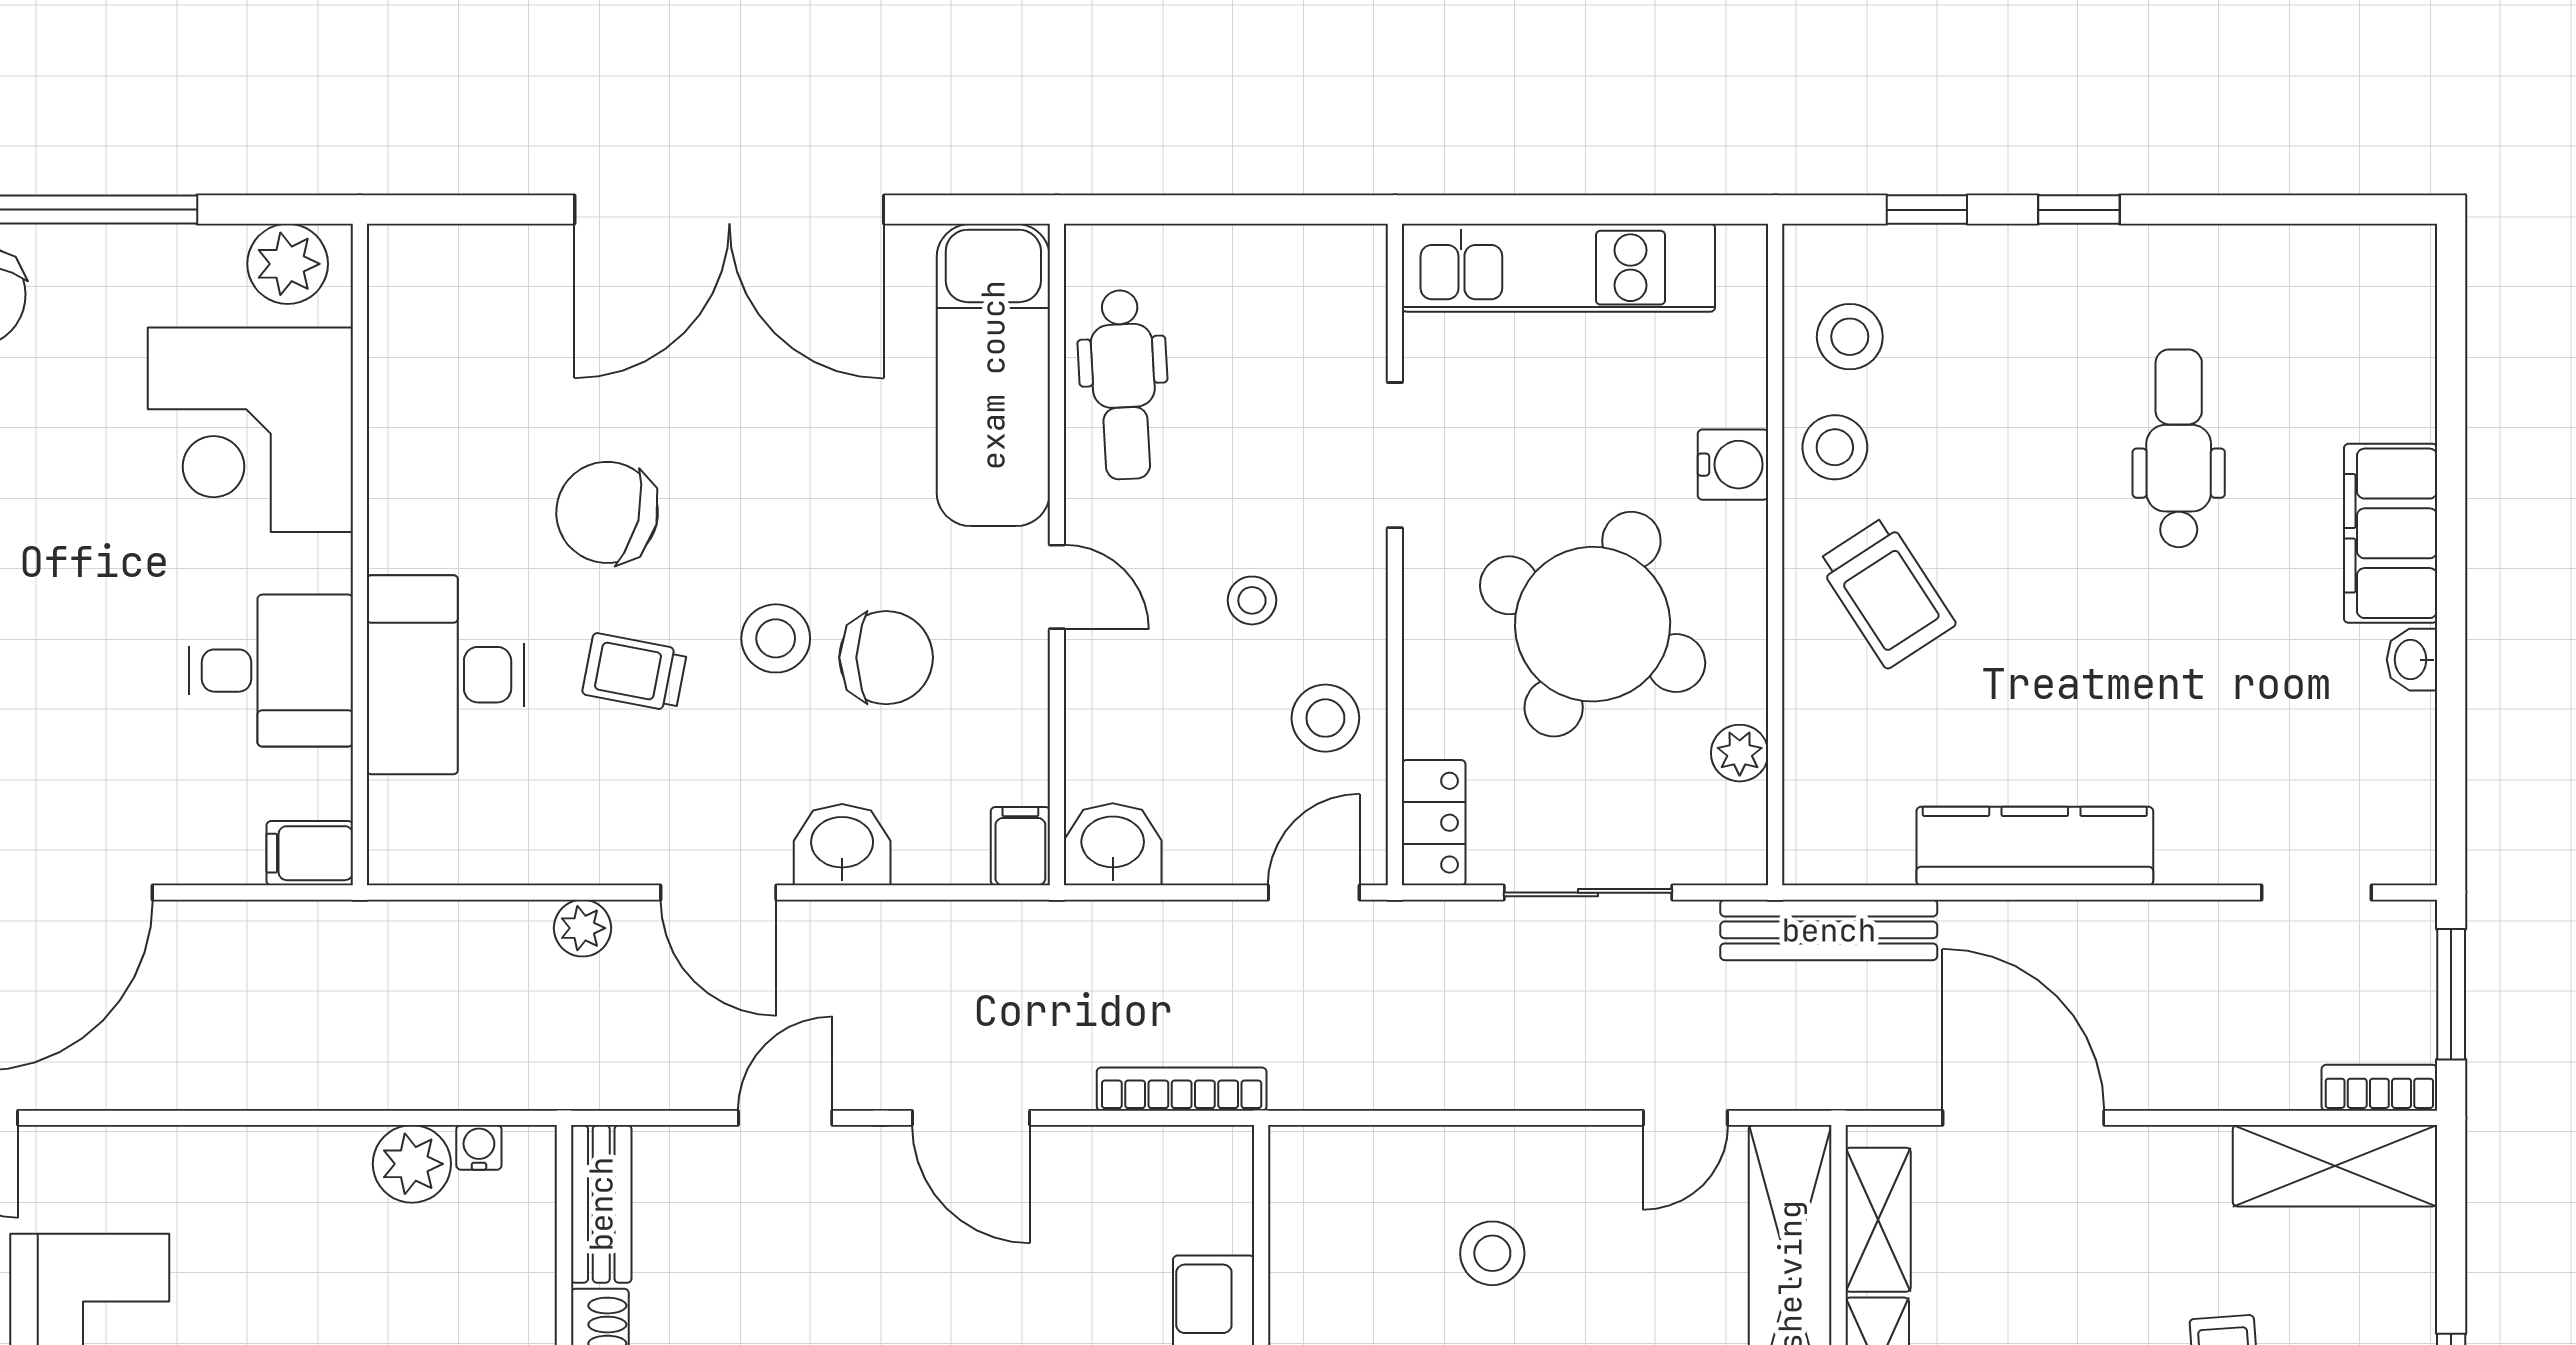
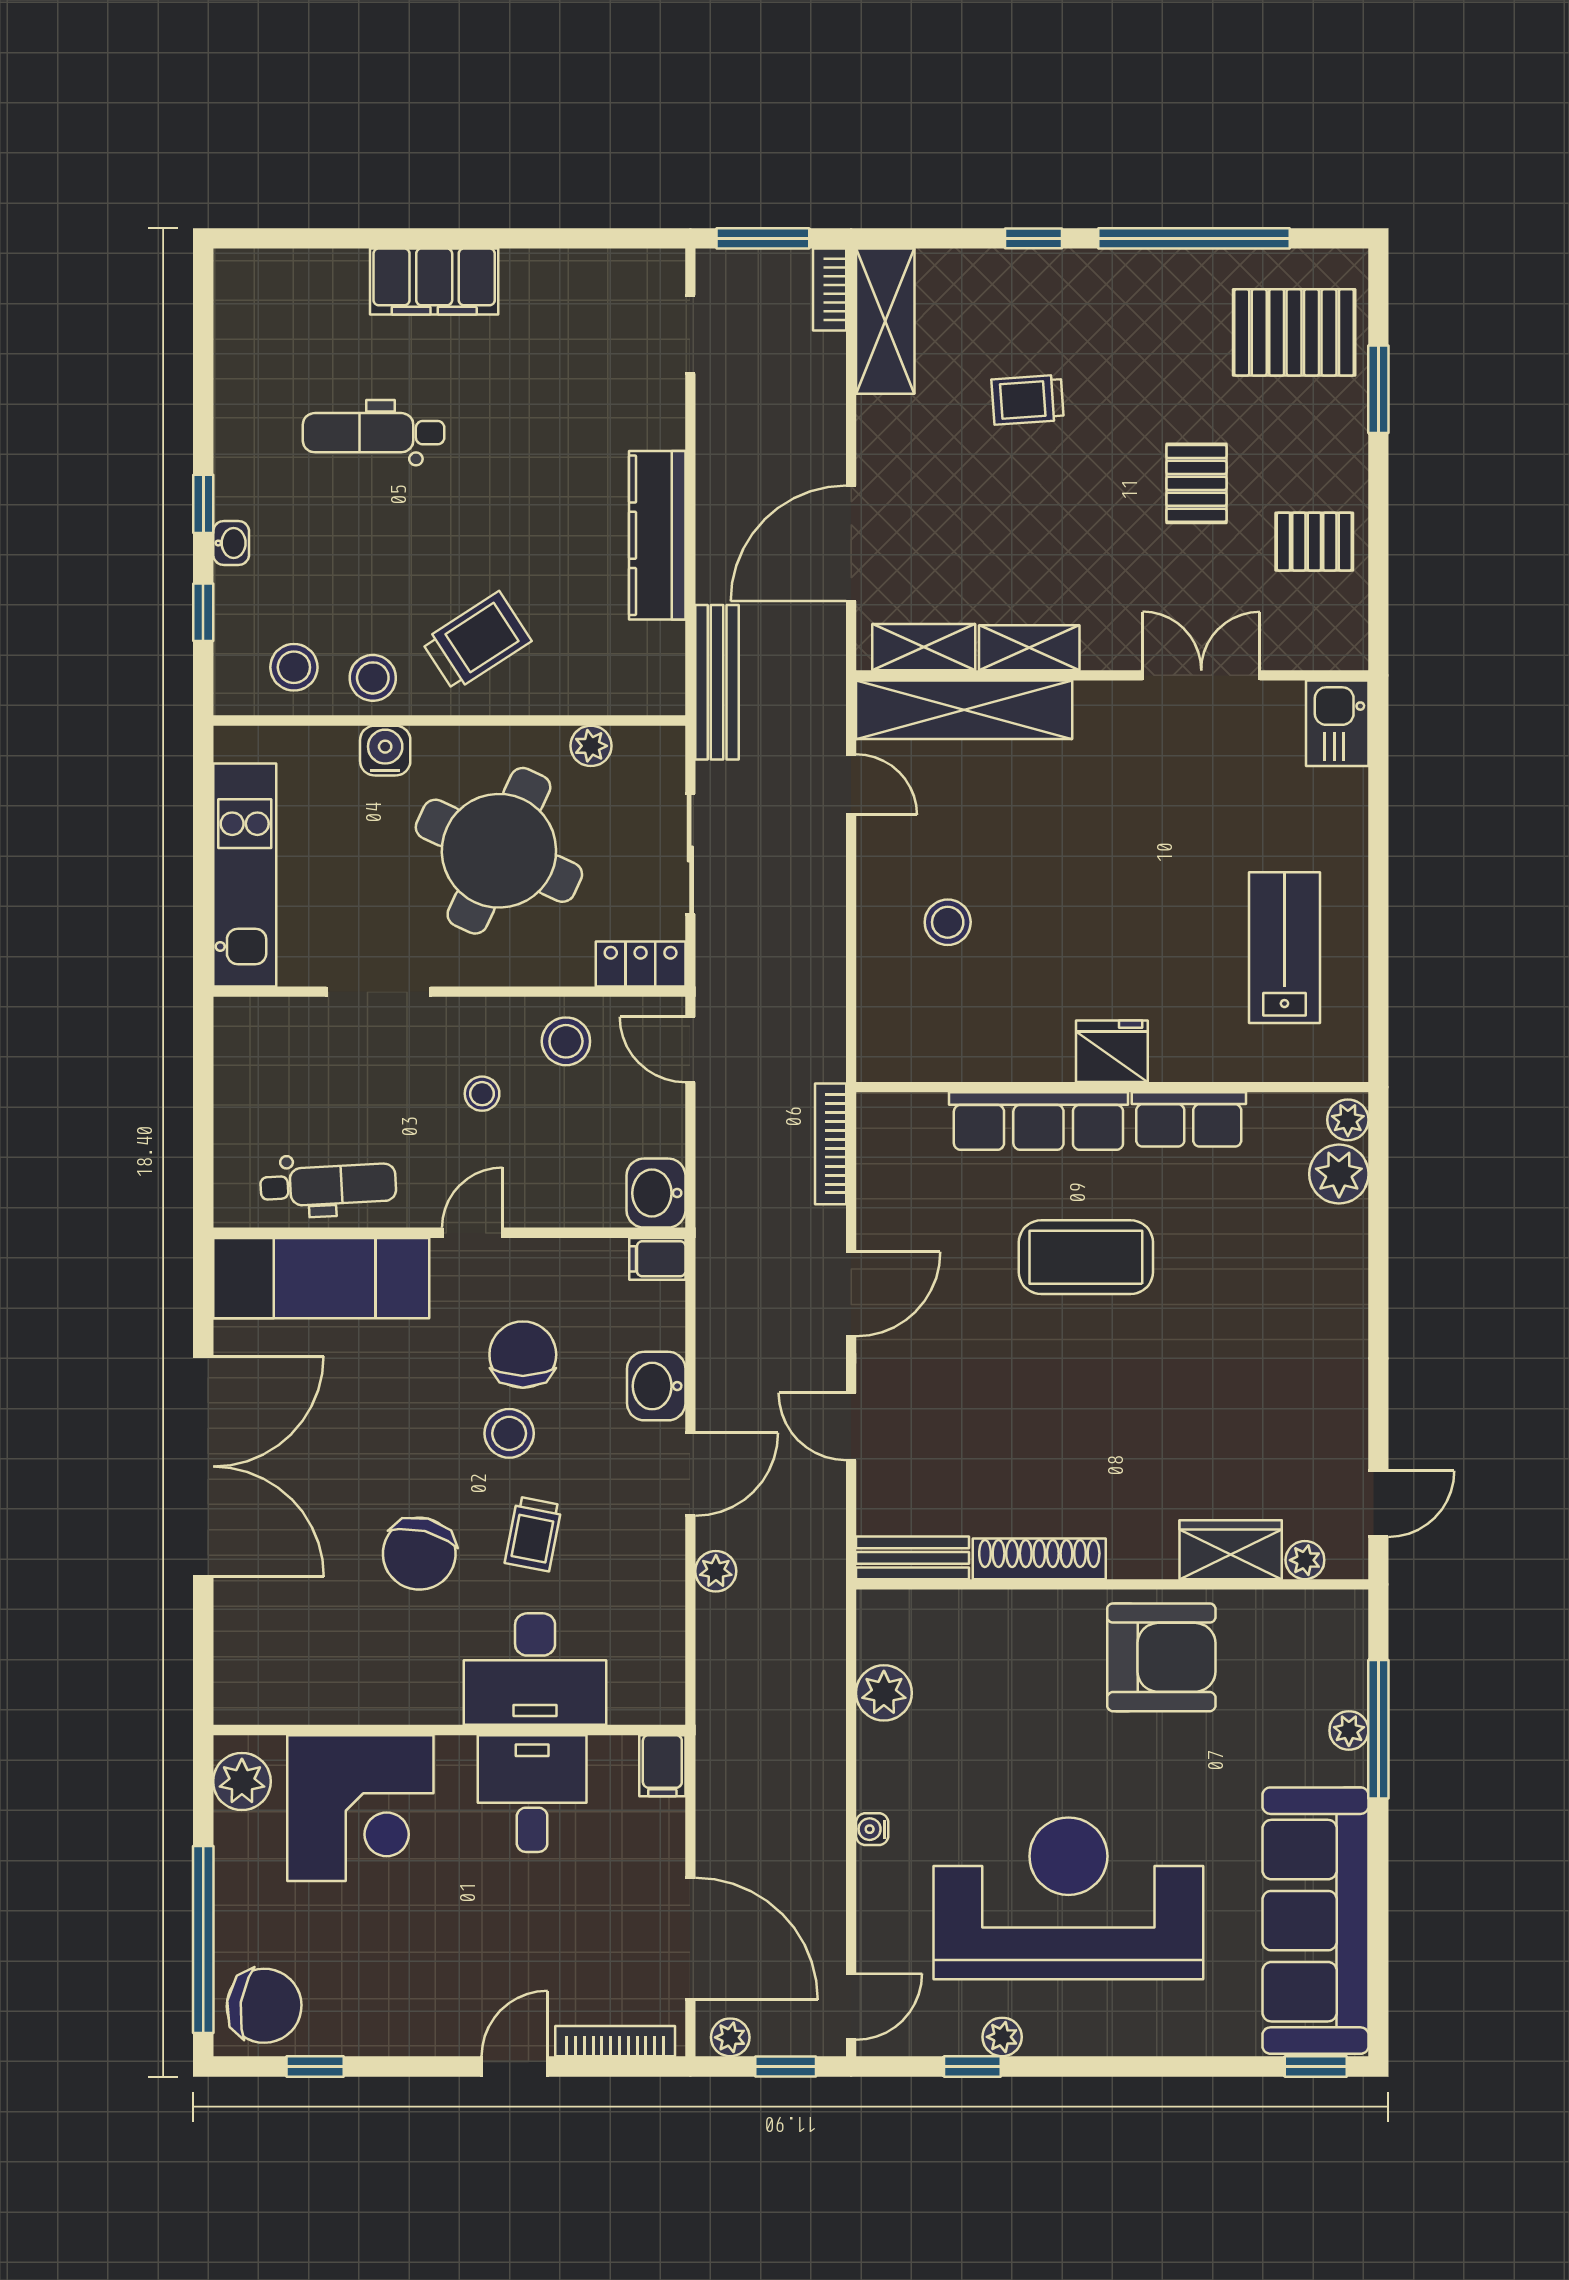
washbasin: (2412, 660) -> (231, 543), moved, turned -90
water cooler: (479, 1147) -> (872, 1829), moved

